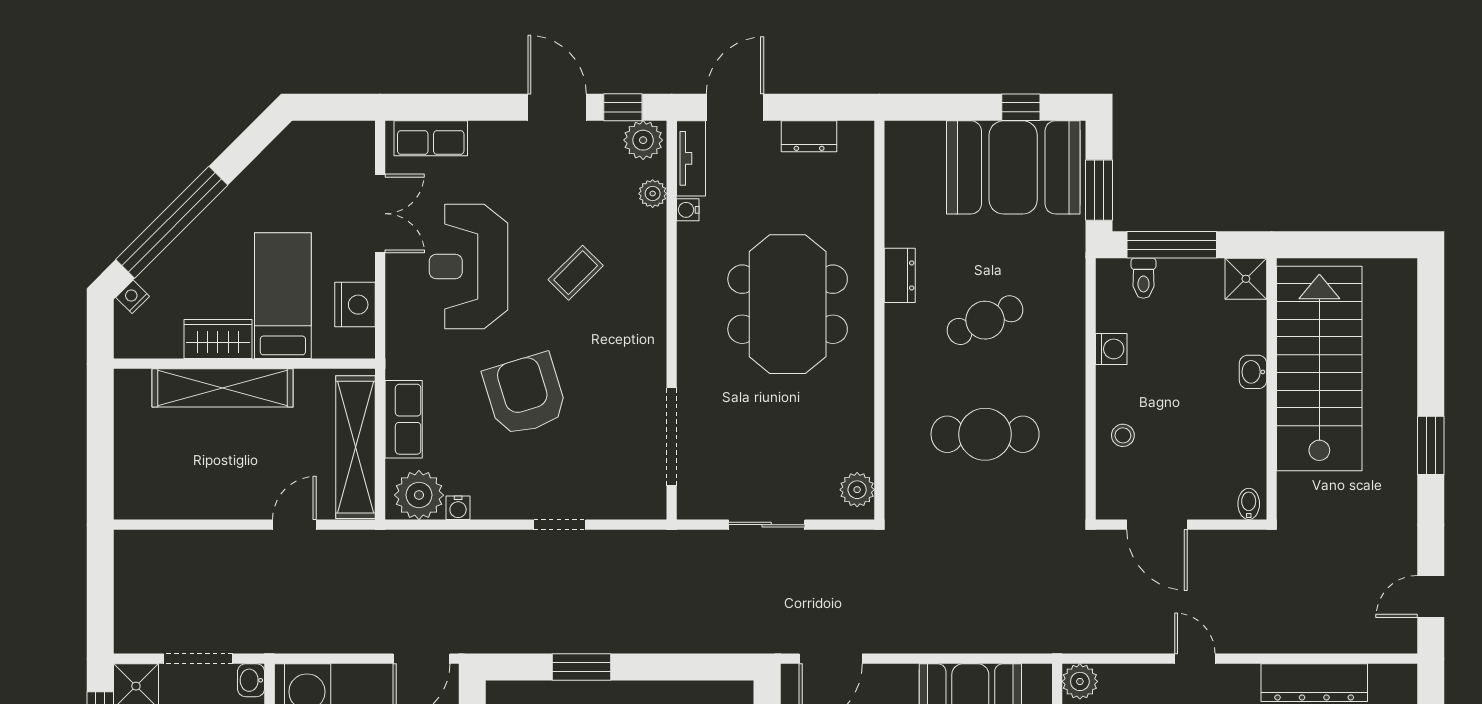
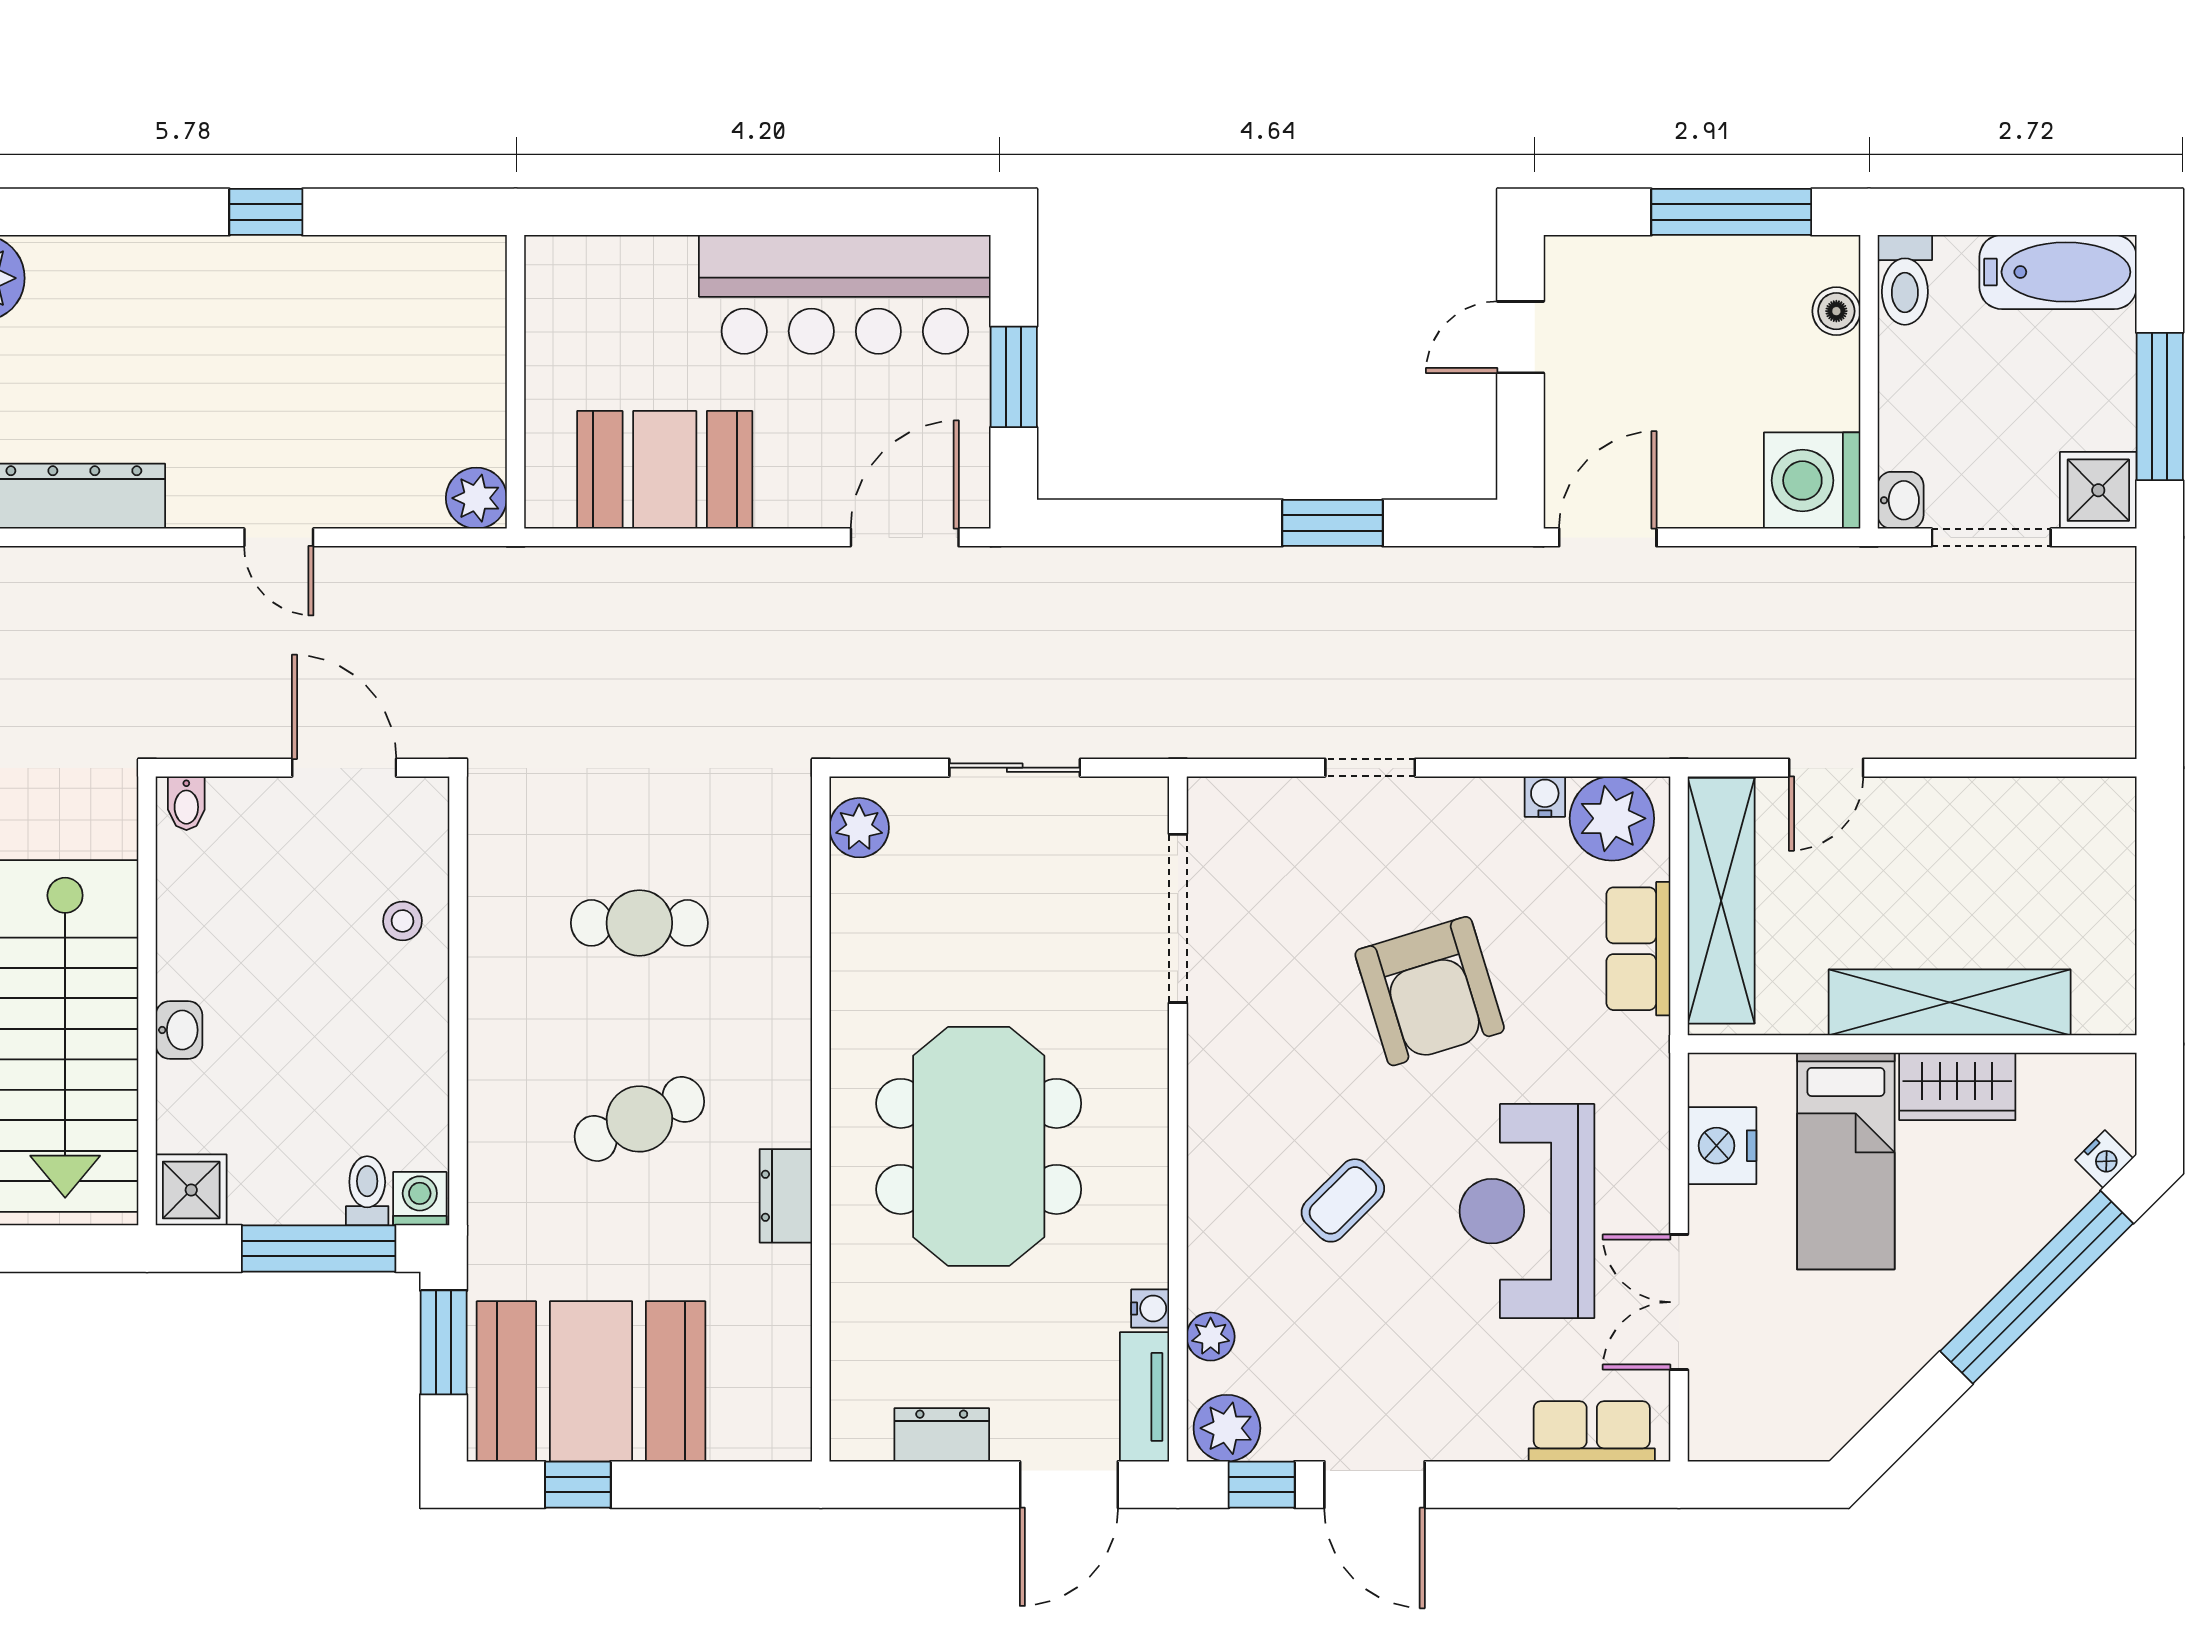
reception desk: (468, 267) -> (1527, 1211), turned 180
washing machine: (1111, 349) -> (420, 1199), moved, turned 90
cafe table: (985, 434) -> (639, 923), width x0.73, depth x0.74

